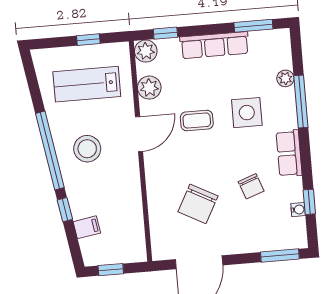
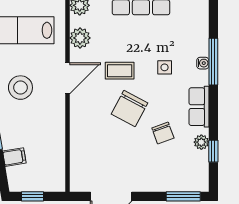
plant: (285, 78) -> (201, 142), moved
side table: (247, 113) -> (165, 67), width x0.54, depth x0.54
chair: (198, 204) -> (130, 108), moved
water cooler: (298, 210) -> (203, 63), moved

